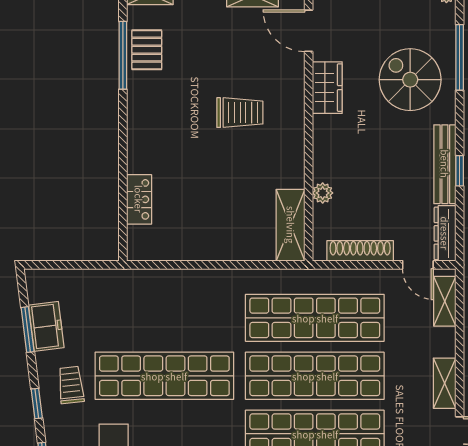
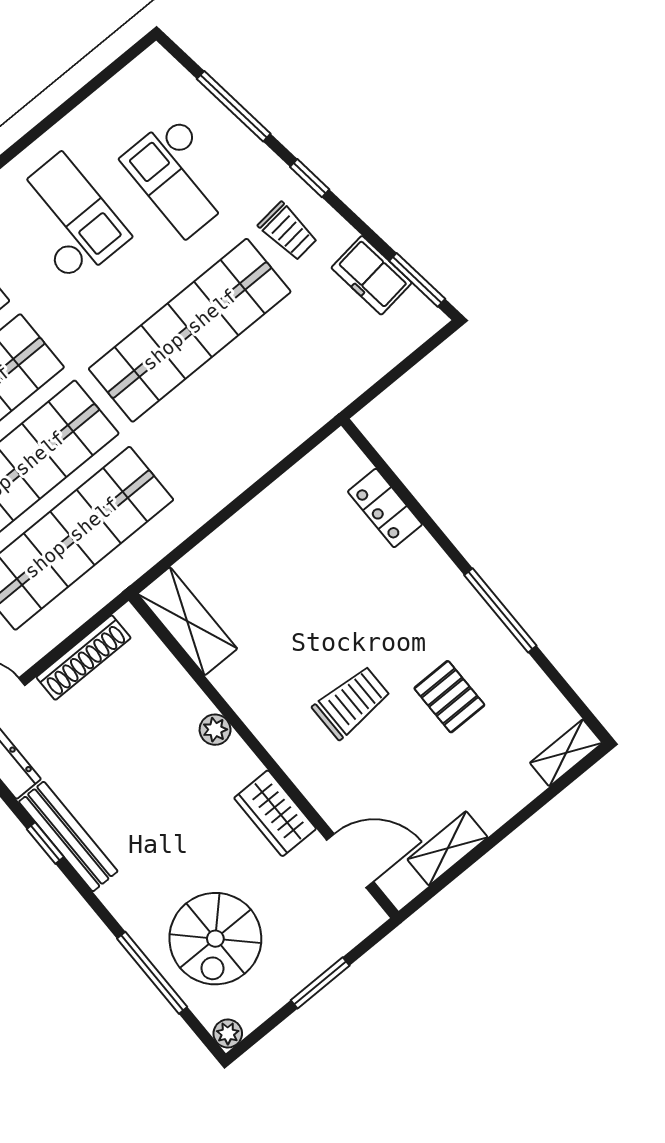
pallet: (147, 50) -> (449, 697), moved
window: (123, 55) -> (500, 610), moved
spiral stairs: (410, 80) -> (215, 939), moved, turned 90
trolley: (240, 113) -> (352, 702), turned 180
plant: (323, 193) -> (215, 730), moved
window: (28, 330) -> (417, 280), moved

